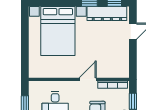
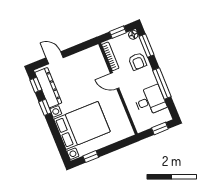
window: (25, 27) -> (91, 157), added

